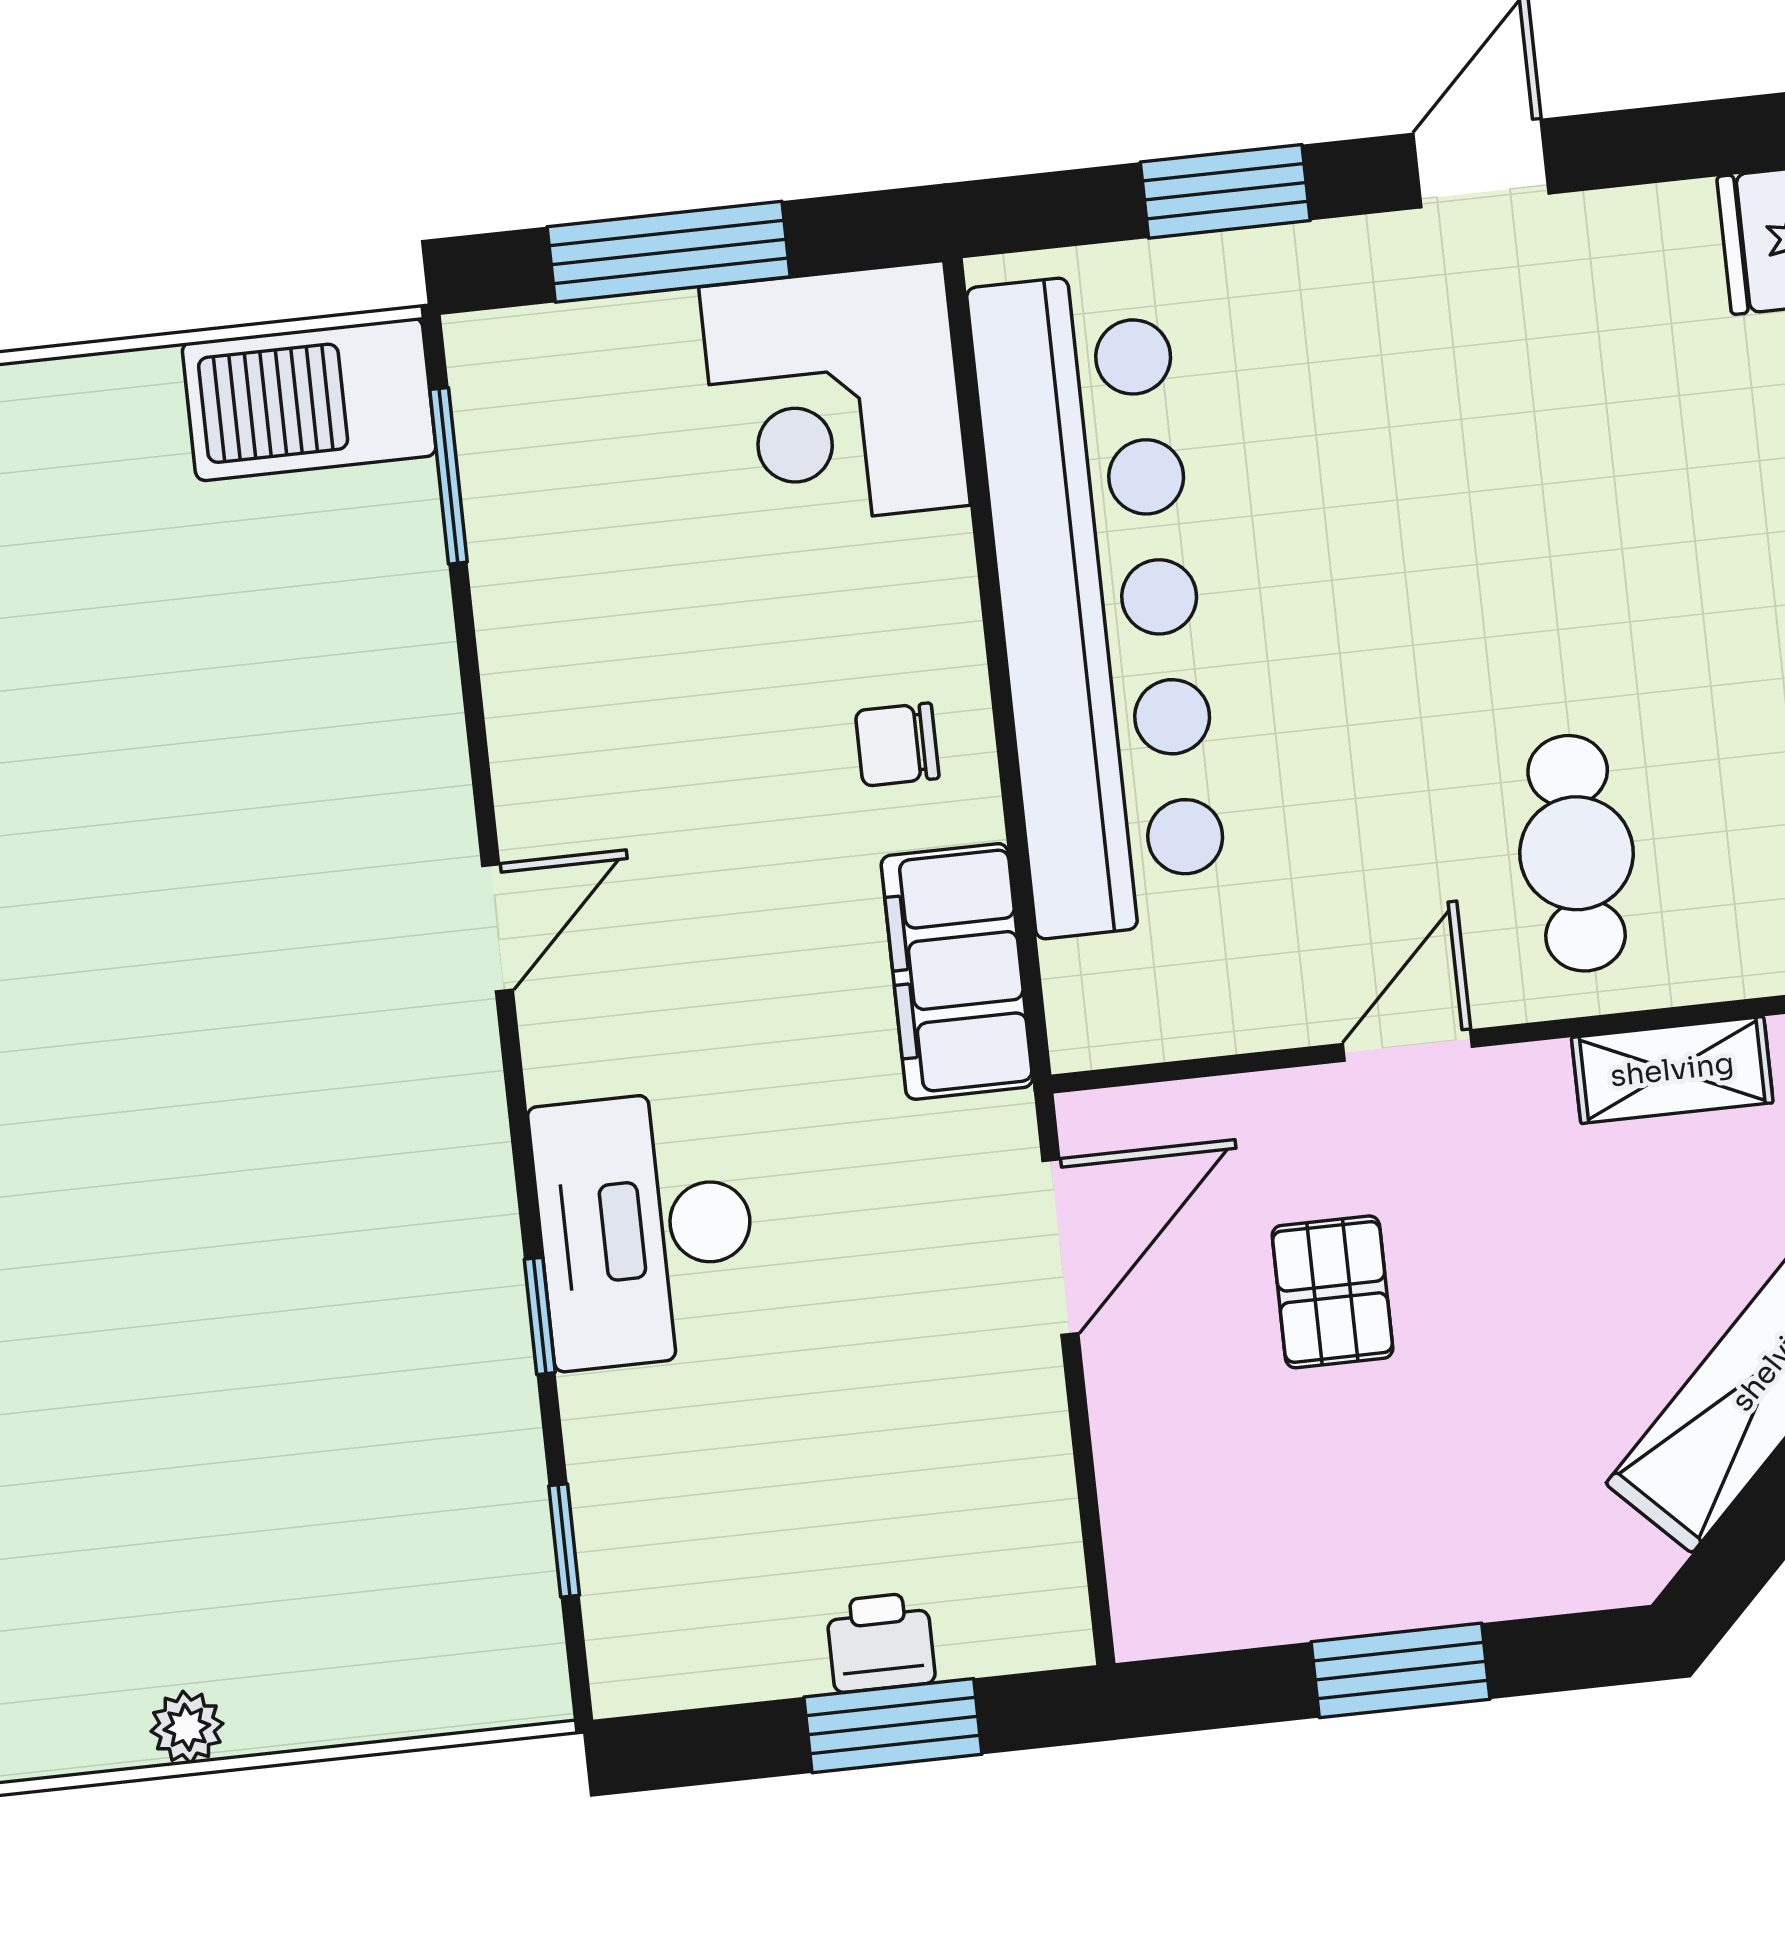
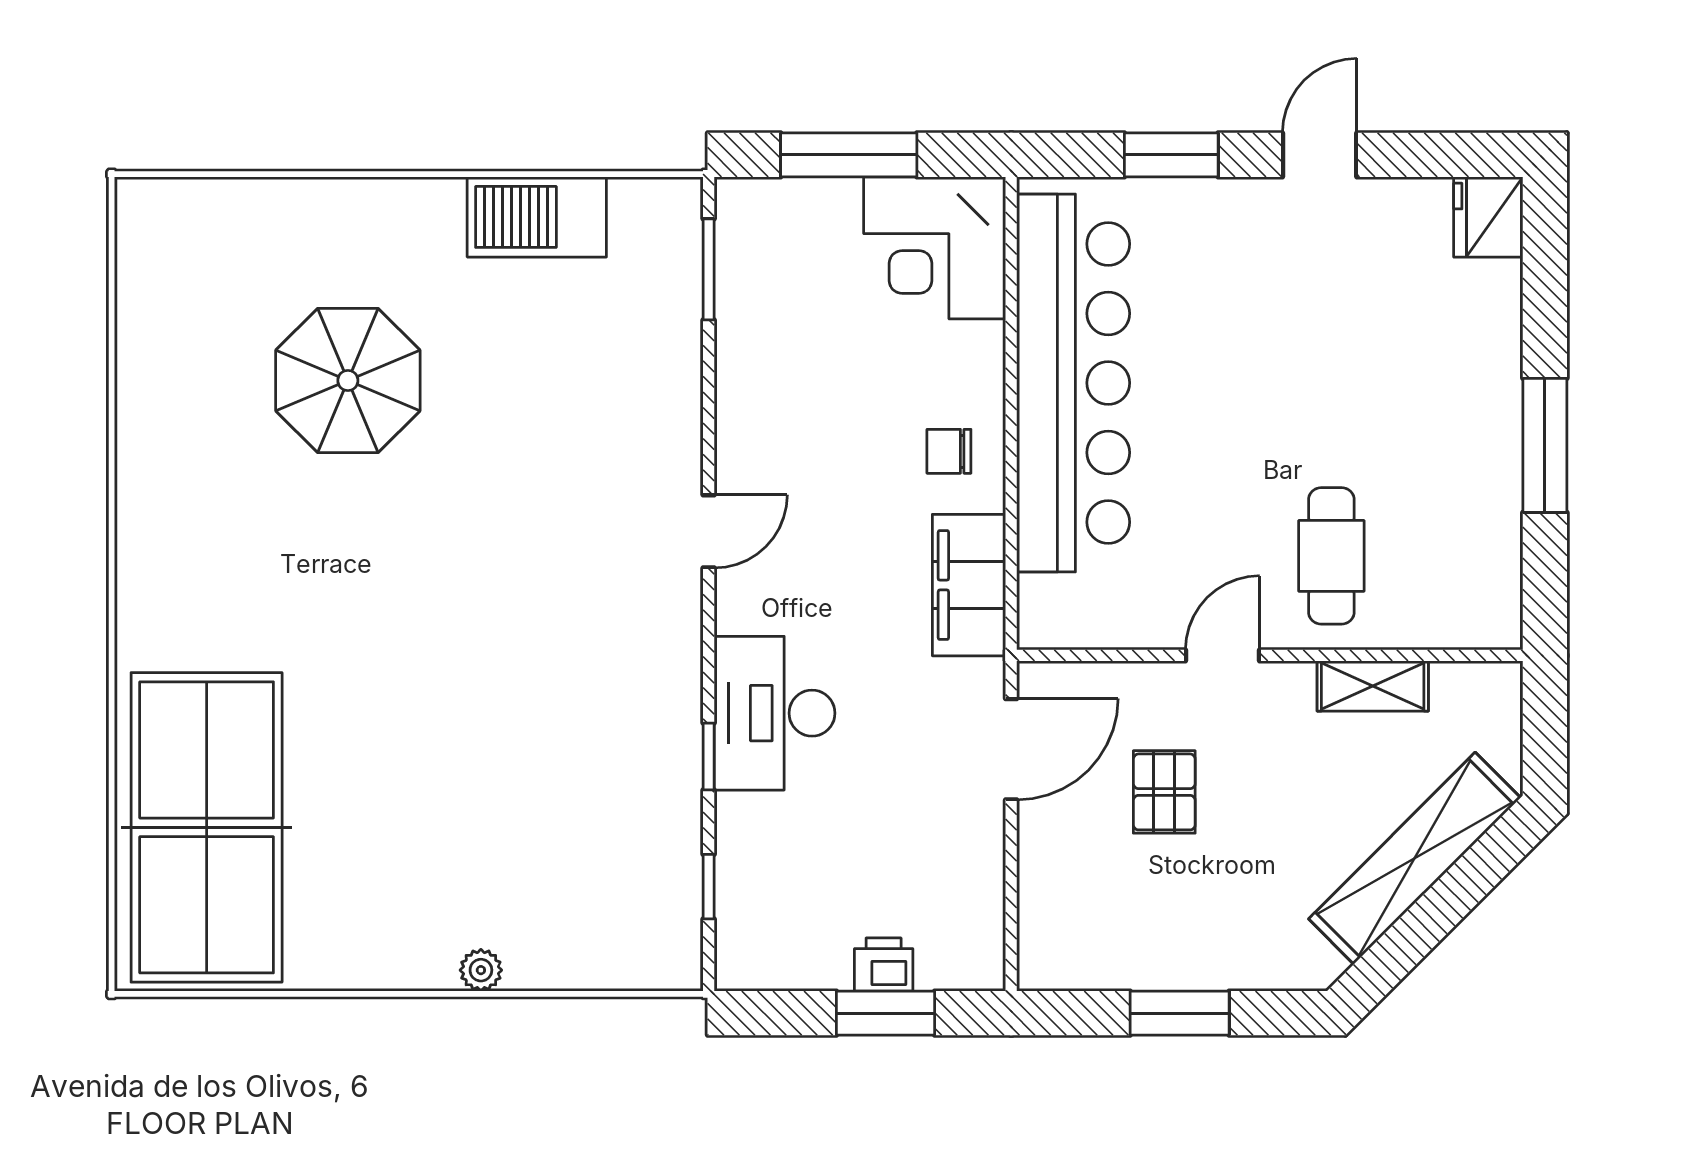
barbecue: (309, 399) -> (537, 217), moved

